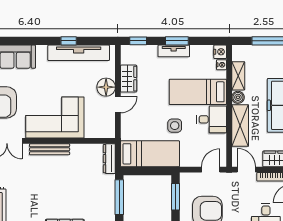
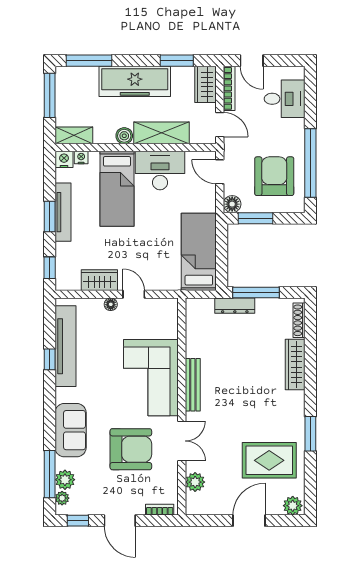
tv unit: (174, 51) -> (63, 212), width x1.41
shelving: (238, 76) -> (74, 135), moved
floor lamp: (106, 87) -> (111, 304), width x0.53, depth x0.53
desk: (212, 119) -> (160, 171), width x1.37
side table: (175, 126) -> (162, 219), removed
dresser: (109, 159) -> (235, 306), moved
door: (246, 170) -> (220, 125), swing flipped
floor lamp: (186, 179) -> (232, 204), added

